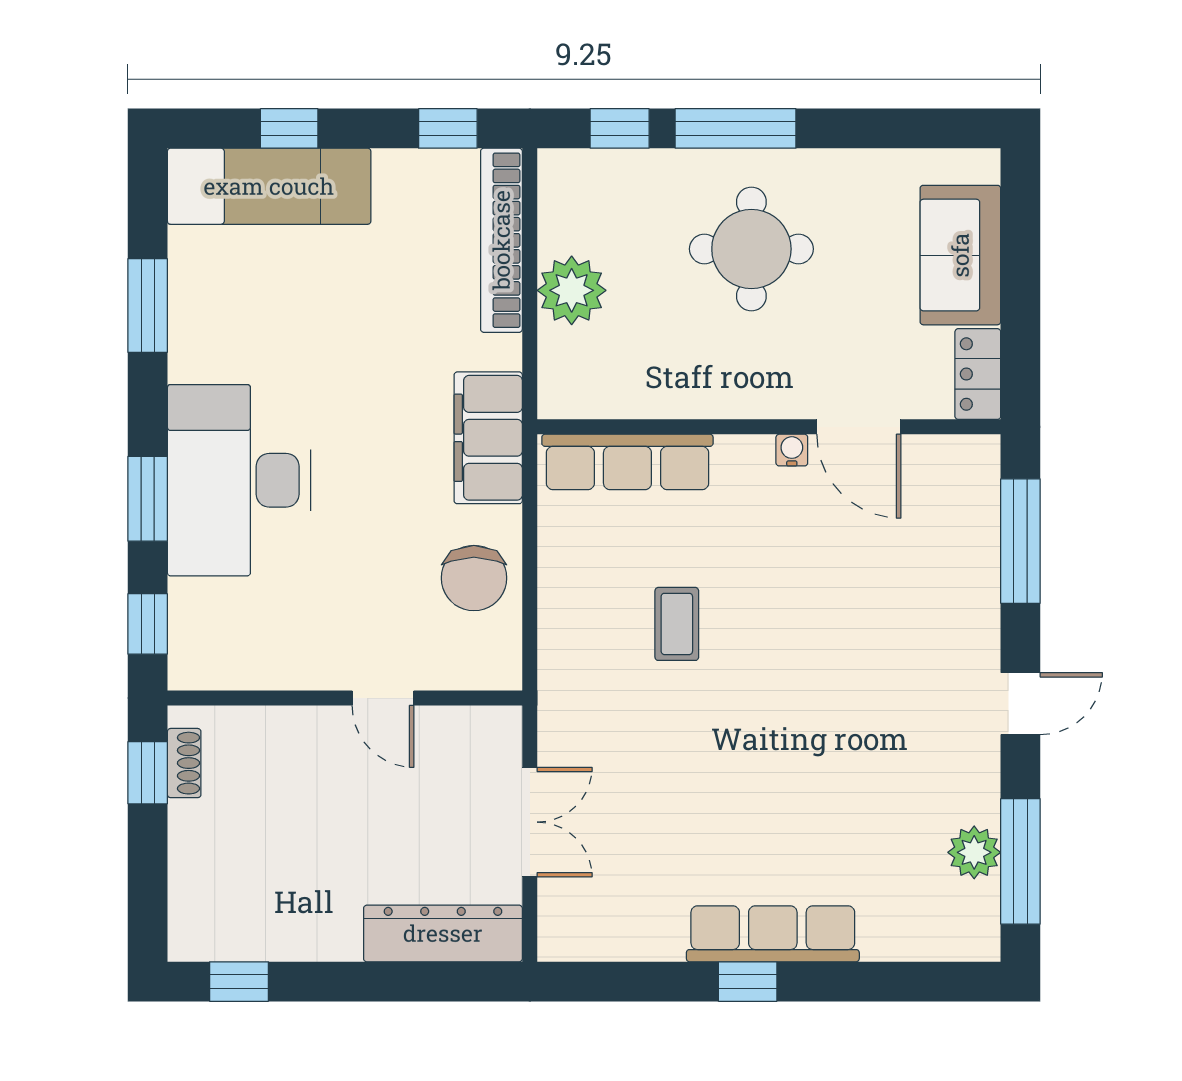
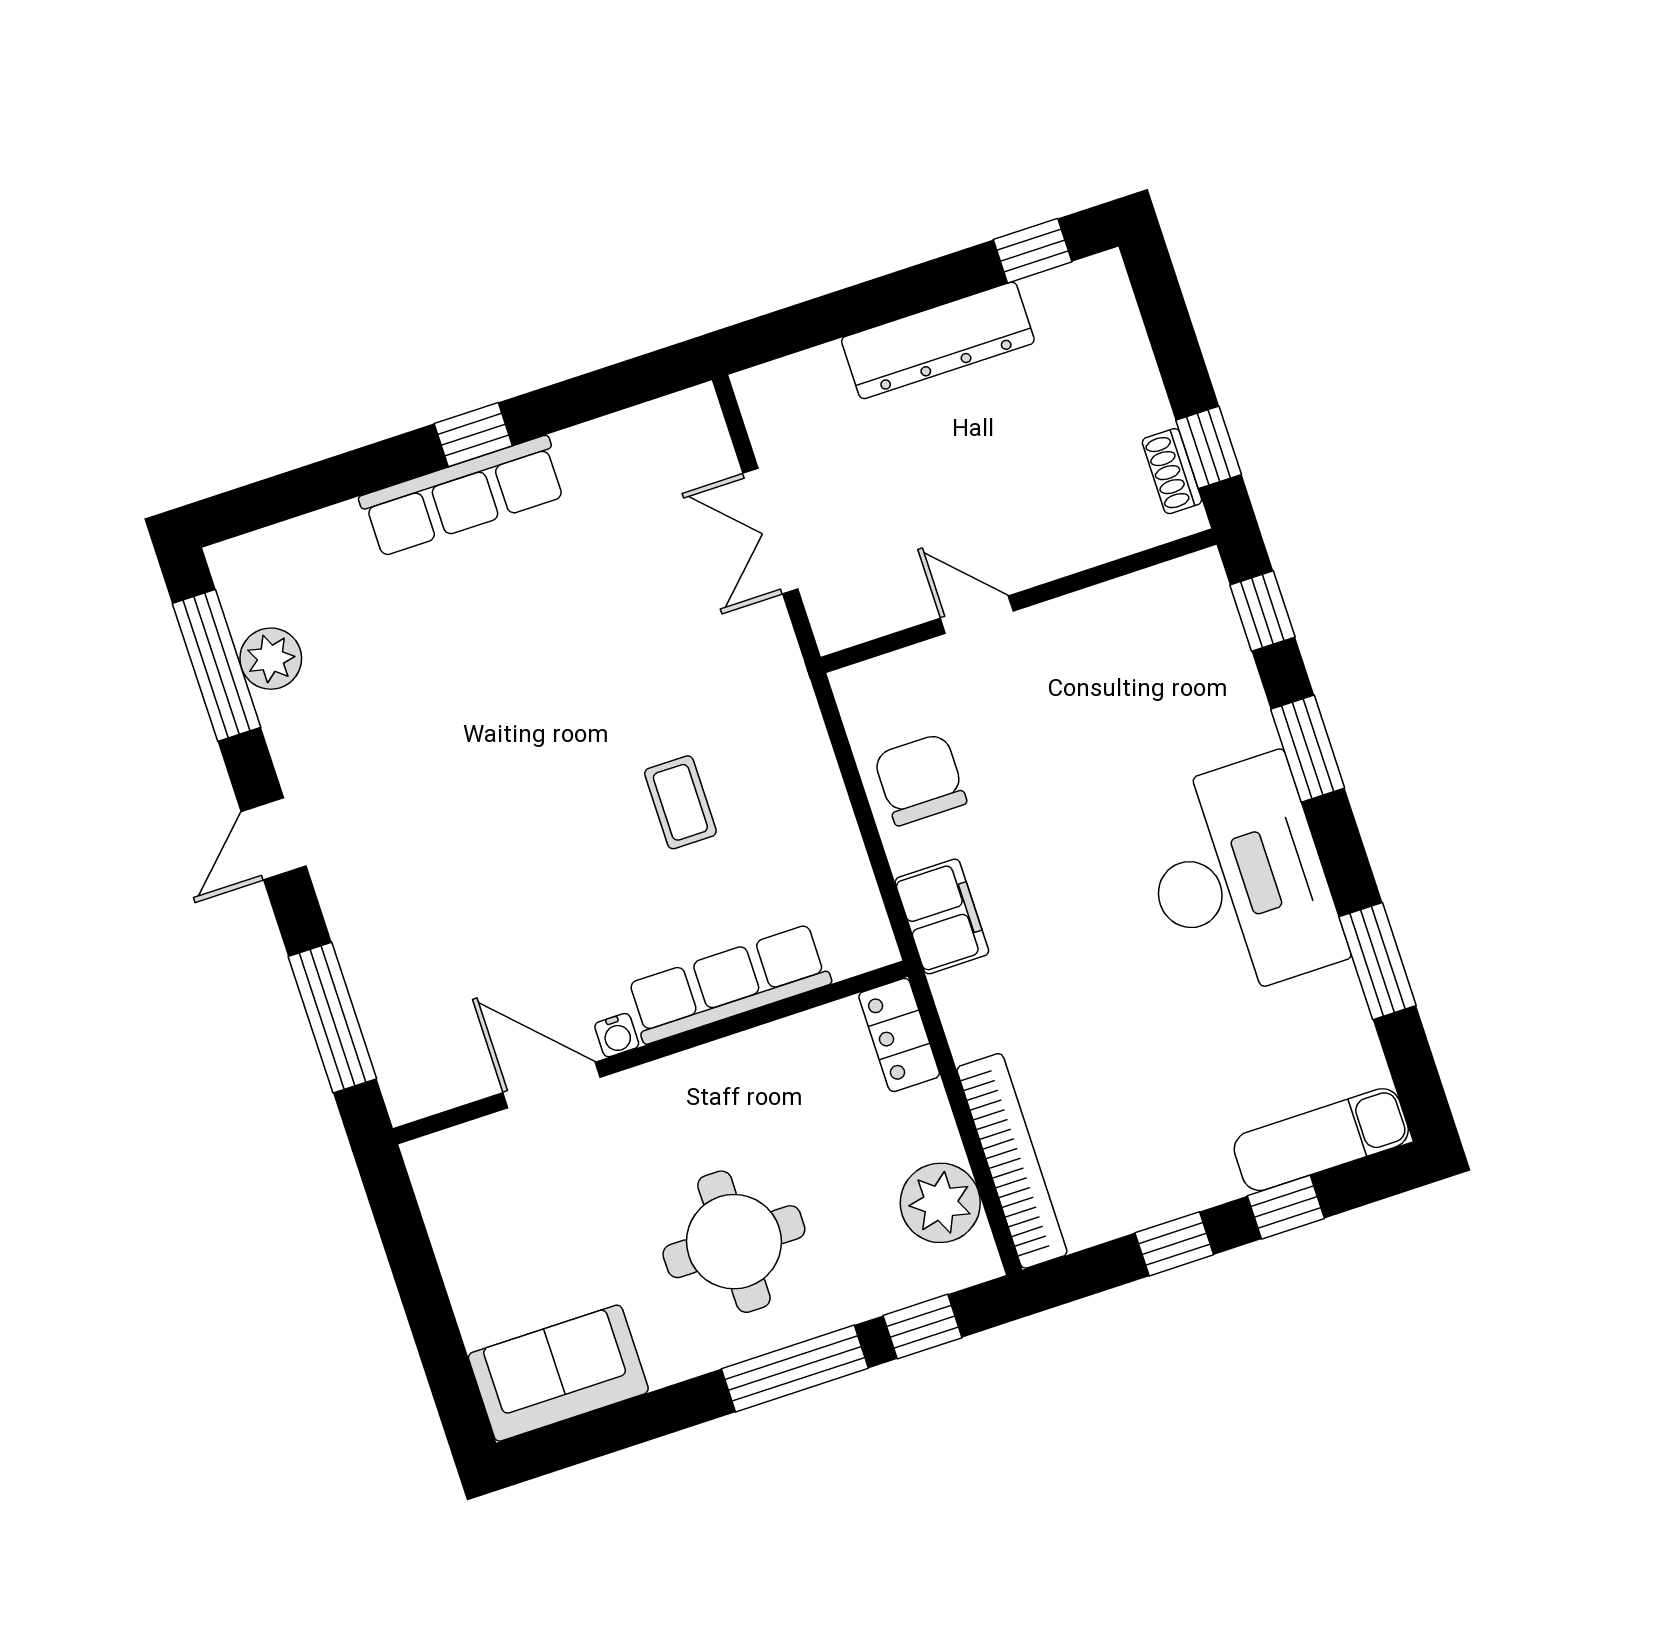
window: (448, 128) -> (1174, 1244), moved
exam couch: (269, 186) -> (1321, 1140), width x0.73, depth x0.69
sofa: (960, 255) -> (558, 1373), moved, turned -90
plant: (572, 290) -> (940, 1203), moved
locker: (978, 374) -> (899, 1035), moved, turned 180
filing cabinet: (488, 438) -> (942, 916), width x0.67, depth x0.86
row of seats: (627, 462) -> (729, 984), moved
desk: (239, 480) -> (1239, 879), moved
dresser: (443, 933) -> (938, 340), moved

